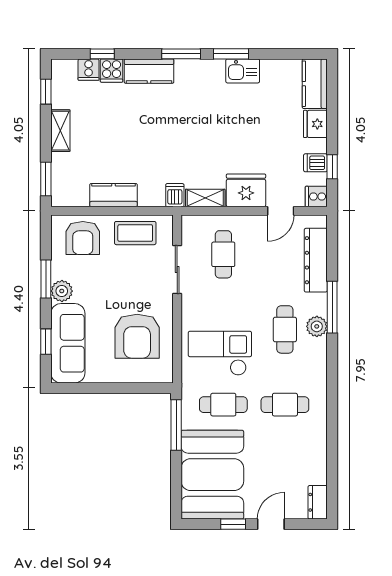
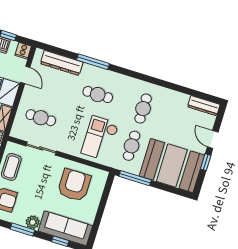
plant: (317, 326) -> (102, 75), removed
armchair: (137, 336) -> (74, 185), turned -90
dresser: (318, 502) -> (204, 106), width x1.44

